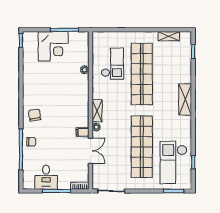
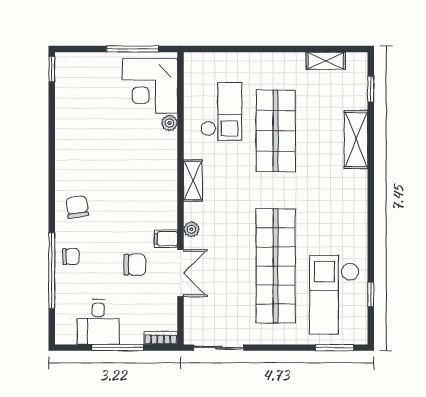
corner desk: (53, 46) -> (150, 86), moved, turned 90
shop shelf: (142, 74) -> (276, 131), width x0.71
shelving: (185, 100) -> (356, 139), moved
shelving: (97, 111) -> (193, 181), moved
chair: (66, 146) -> (135, 265), added

